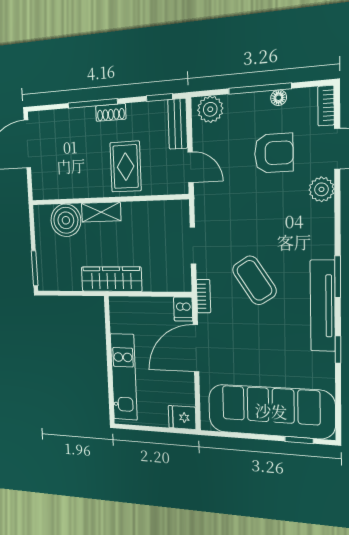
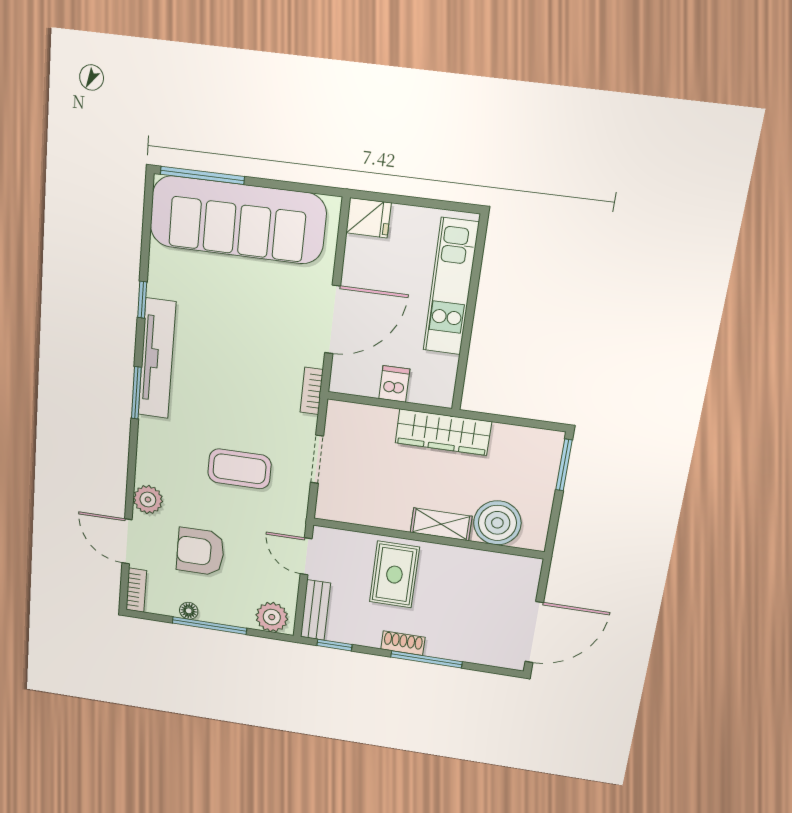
coffee table: (254, 280) -> (239, 469), moved, turned -57
dishwasher: (183, 309) -> (394, 384), moved
window: (299, 440) -> (202, 175), width x2.17

